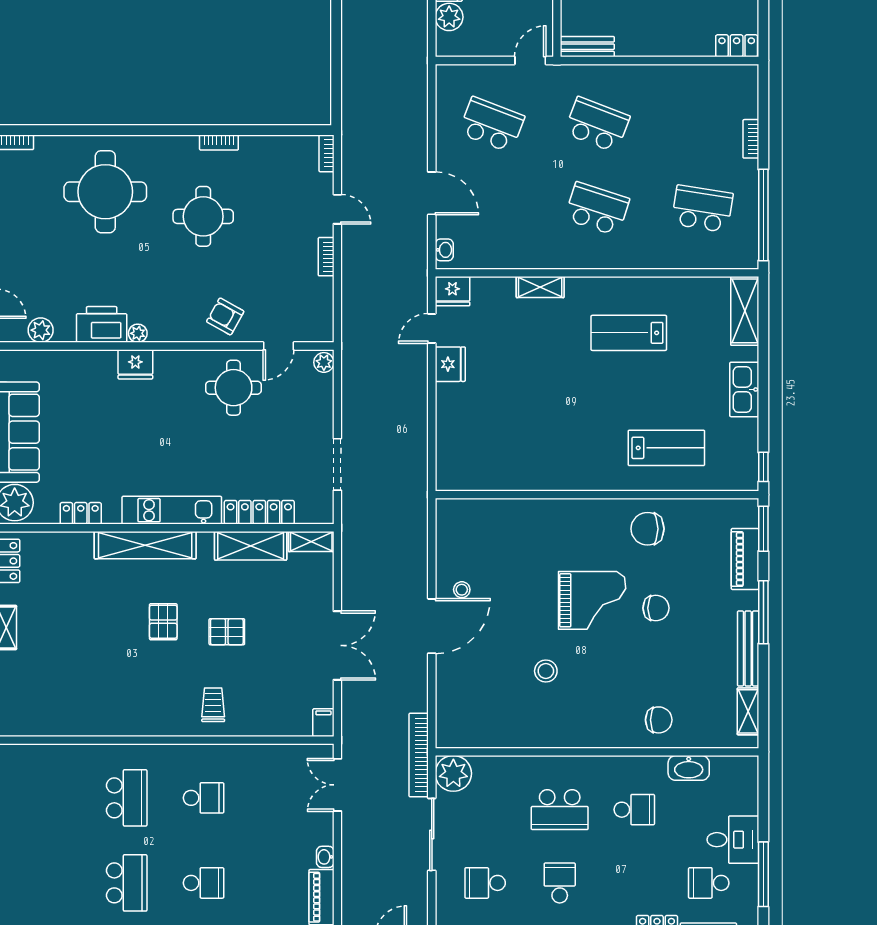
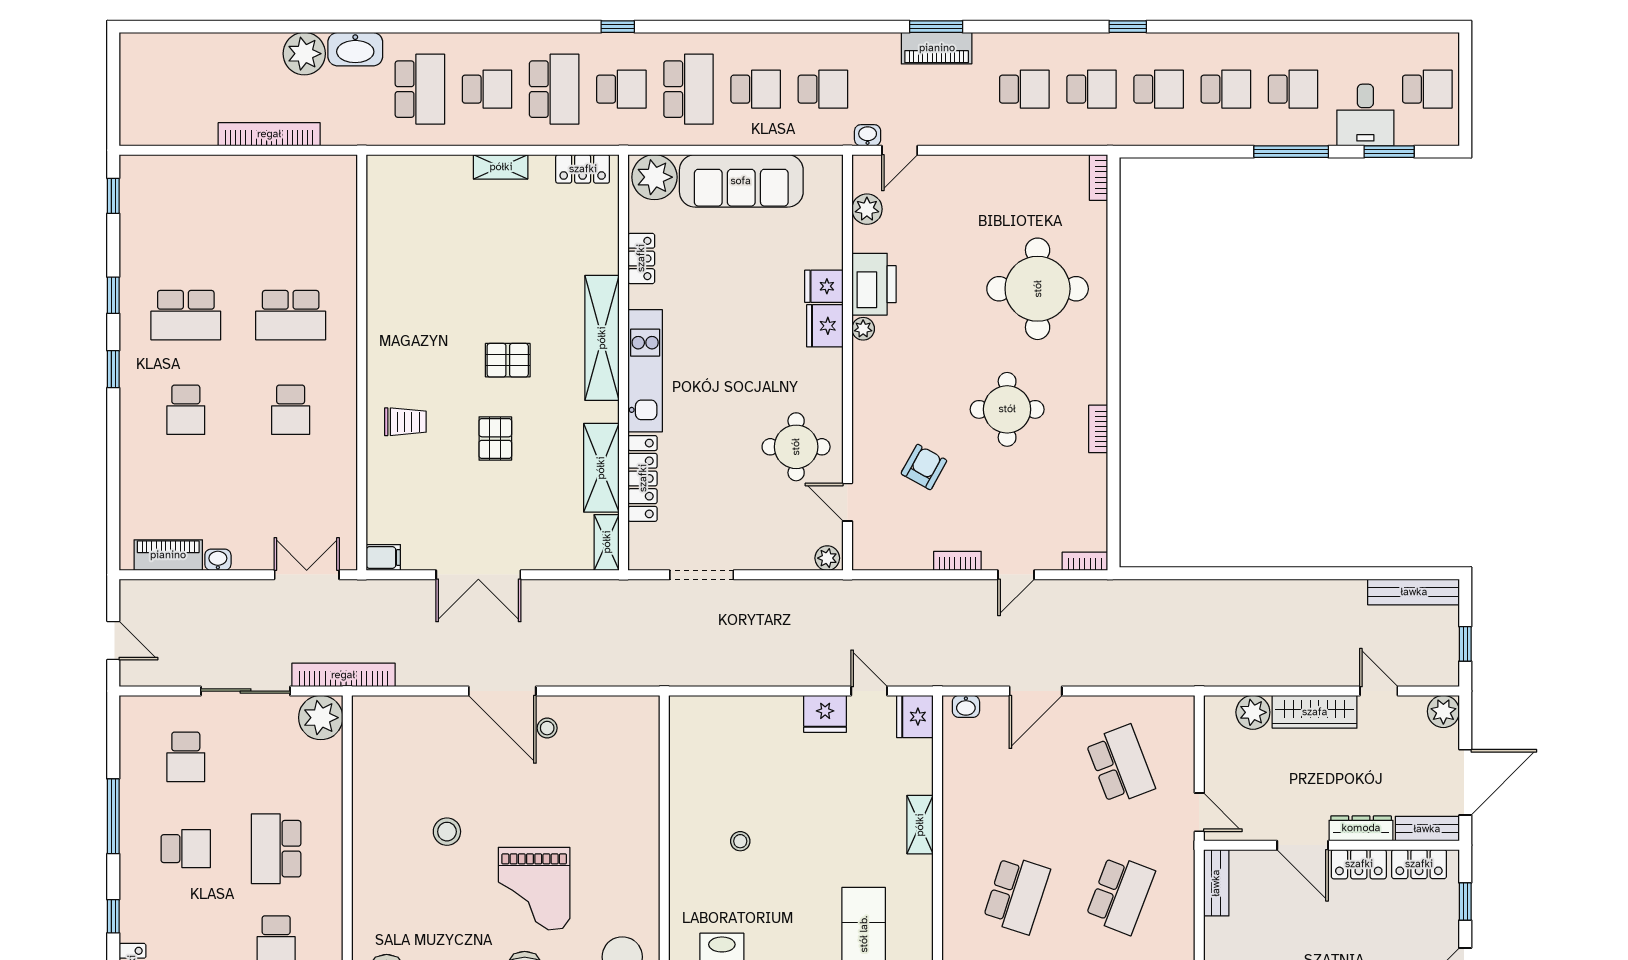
school desk: (492, 125) -> (1120, 765), turned -42
armchair: (225, 316) -> (924, 467), moved
fridge: (103, 365) -> (824, 286), added
stool: (554, 433) -> (740, 841), added
school desk: (485, 883) -> (186, 757), turned 180

